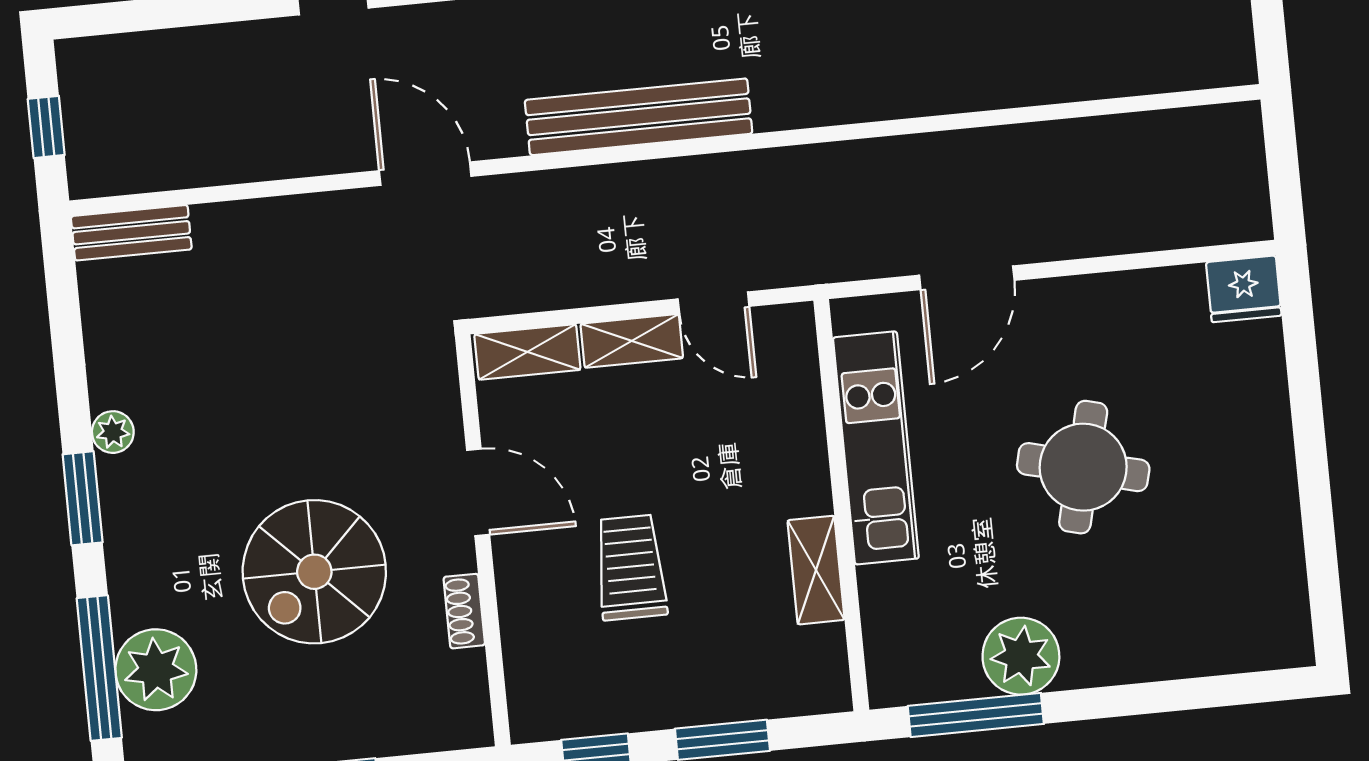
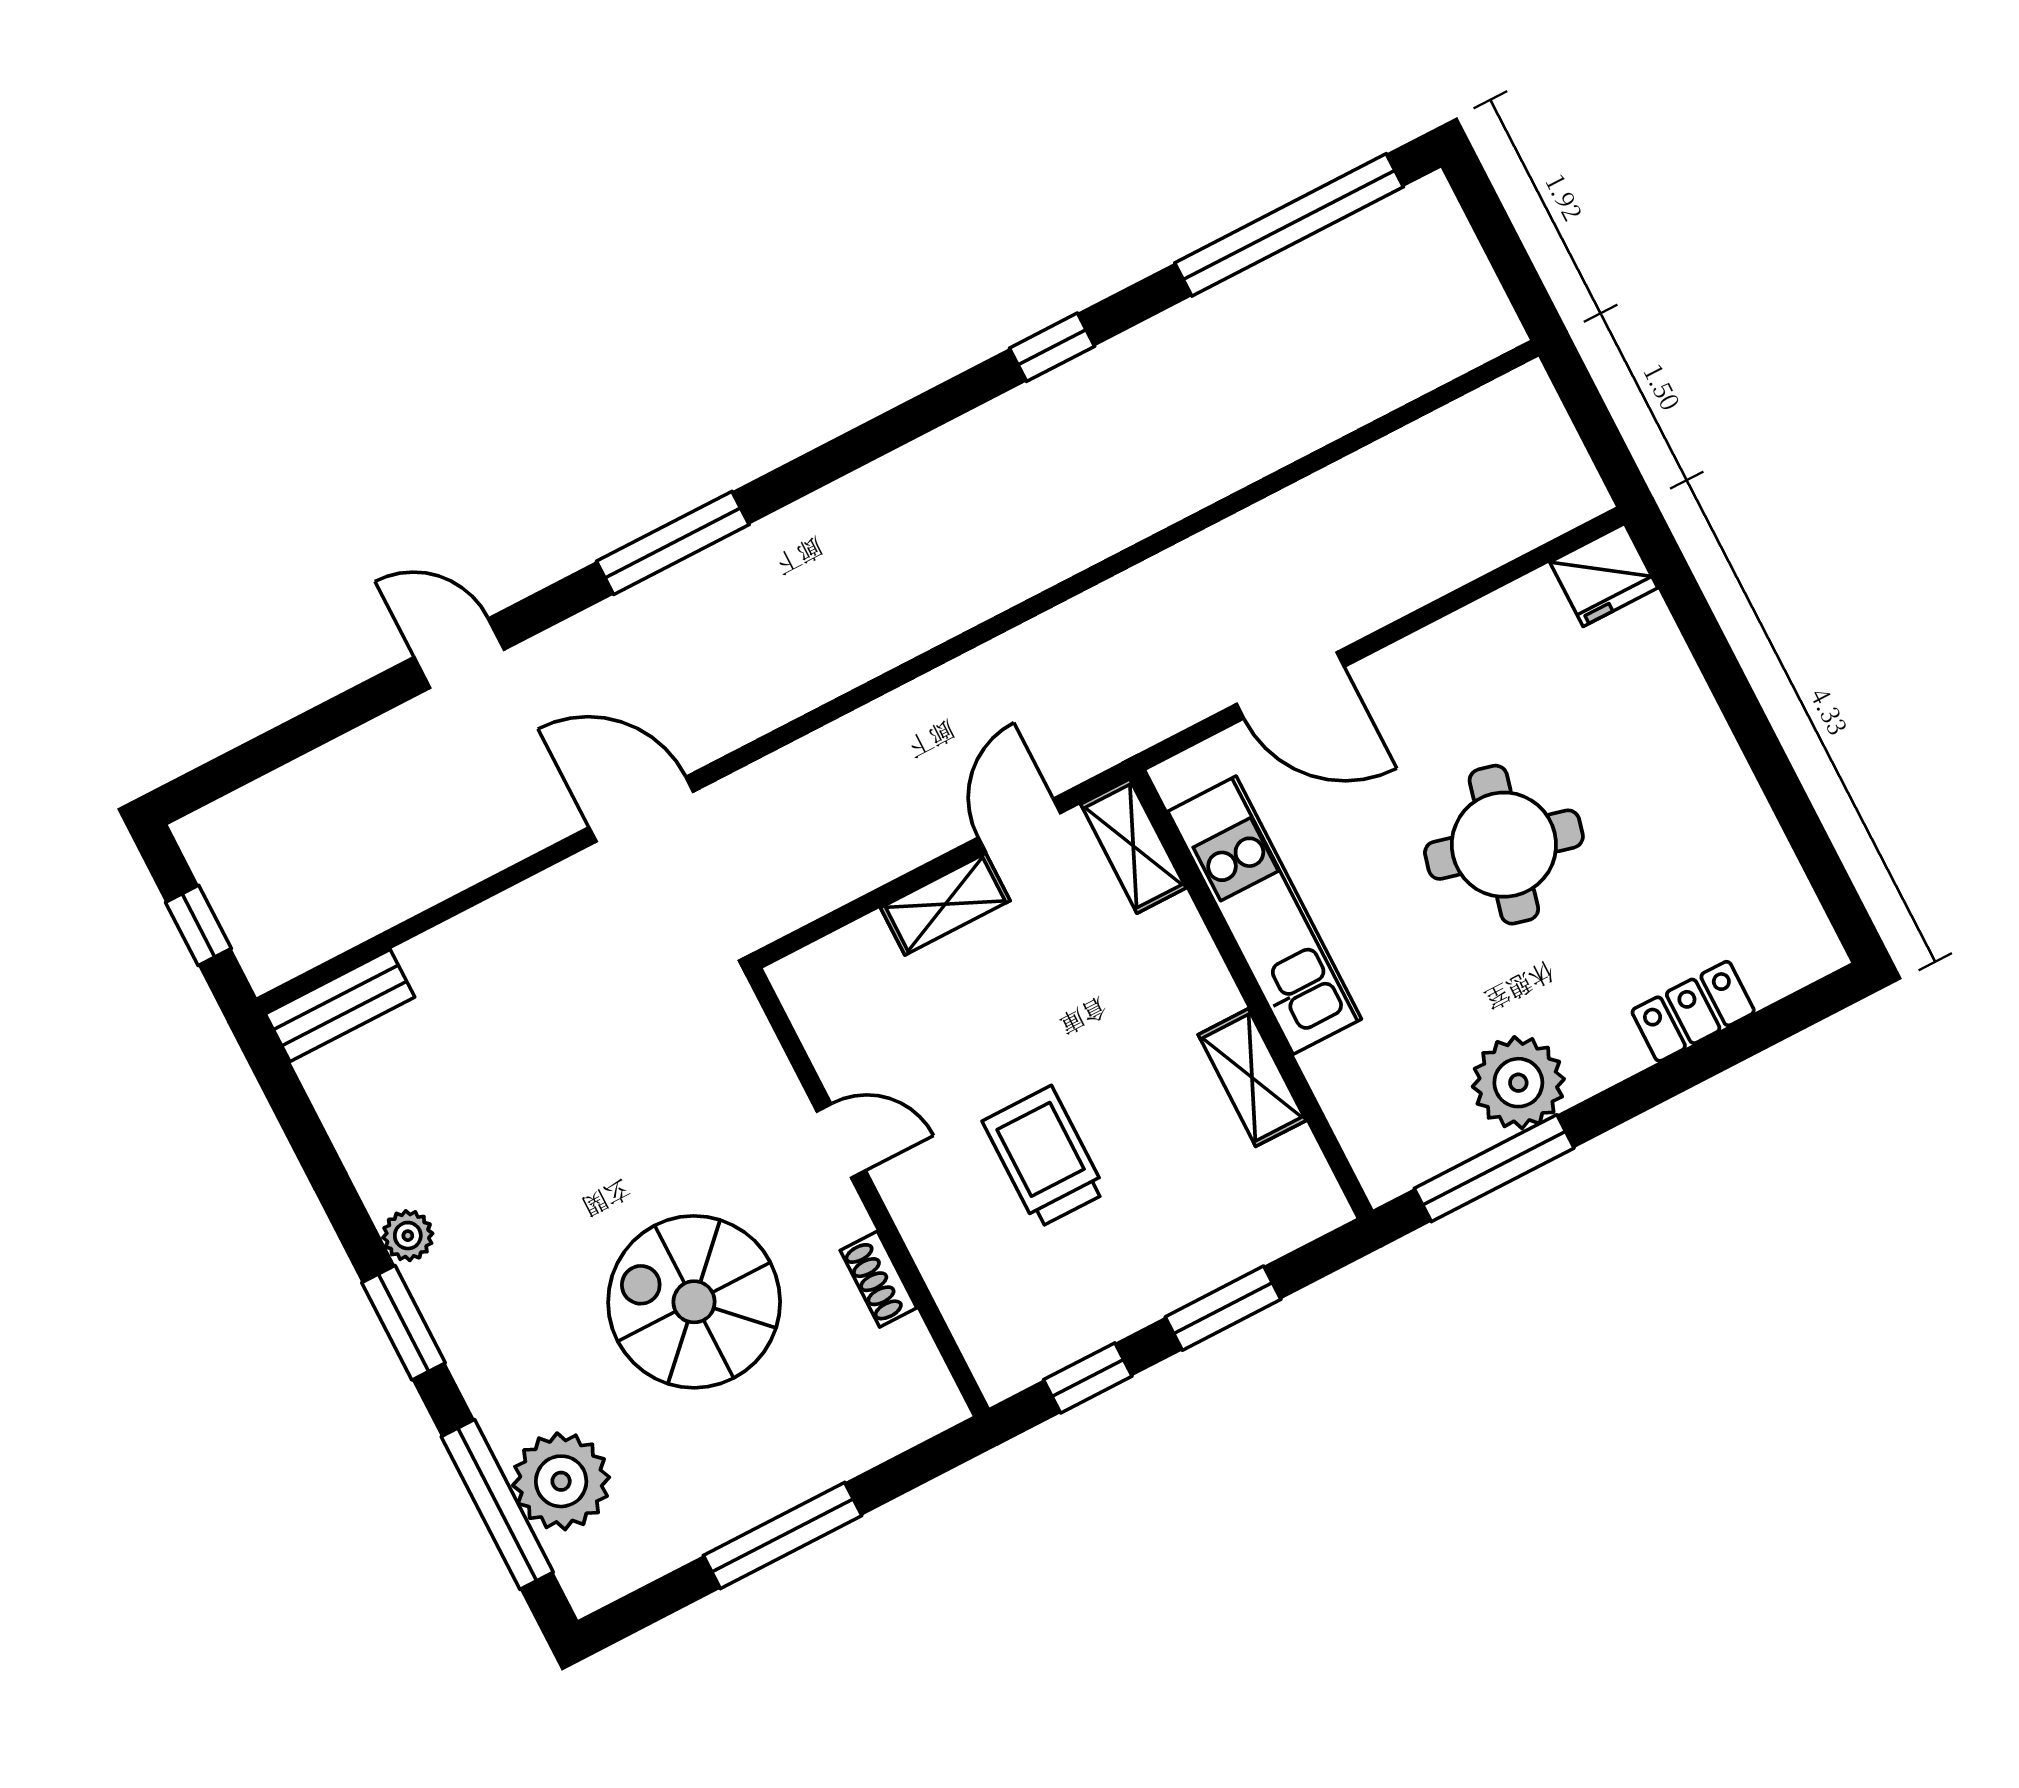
bench: (639, 117) -> (854, 652), removed
door: (967, 278) -> (1290, 685), hinge flipped
door: (714, 303) -> (1019, 825), swing flipped
shelving: (527, 352) -> (1133, 846), moved, turned 90
door: (478, 492) -> (841, 1141), width x0.73
spiral stairs: (314, 572) -> (694, 1302), turned 90
locker: (1178, 655) -> (1693, 1011), added

